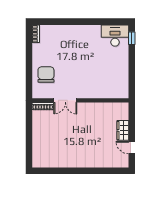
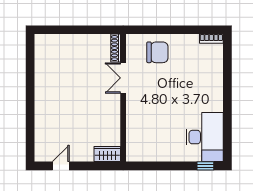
desk: (115, 36) -> (205, 137), width x1.36, depth x1.30
wardrobe: (123, 130) -> (107, 154), moved

